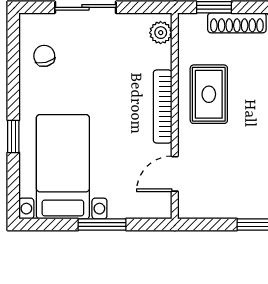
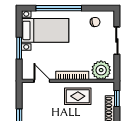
plant: (161, 33) -> (101, 70), width x1.87, depth x1.87
window: (13, 136) -> (59, 8), width x3.17

